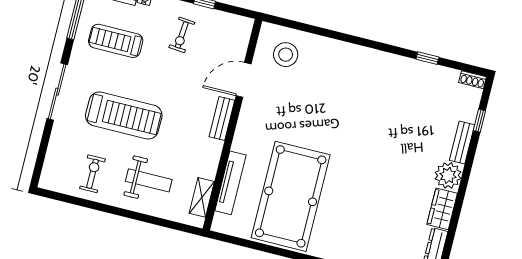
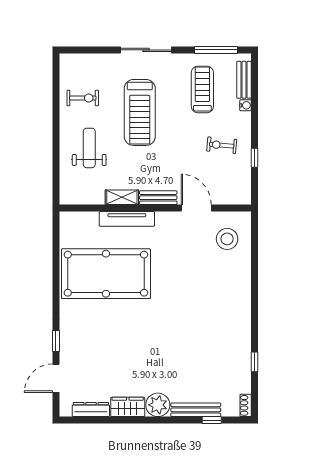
bench: (462, 142) -> (196, 410), width x1.36
weight bench: (149, 180) -> (89, 148), turned 180
tv unit: (230, 183) -> (127, 219), moved
shelving: (202, 197) -> (122, 197), moved

